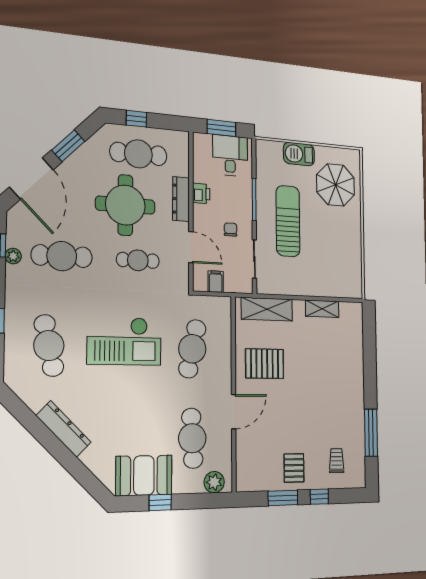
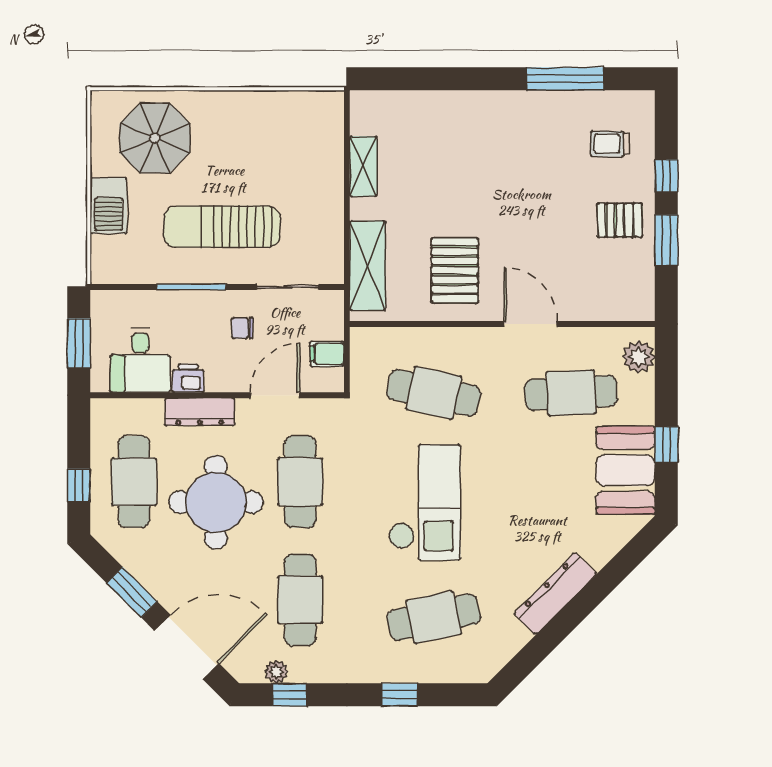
desk: (230, 156) -> (140, 360), moved, turned -90
plant: (13, 256) -> (276, 672), moved
cafe table: (138, 260) -> (300, 482), width x1.37, depth x1.35

